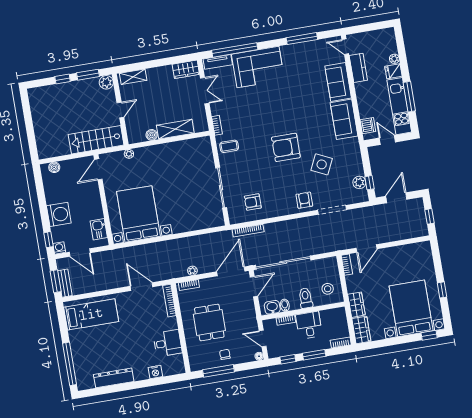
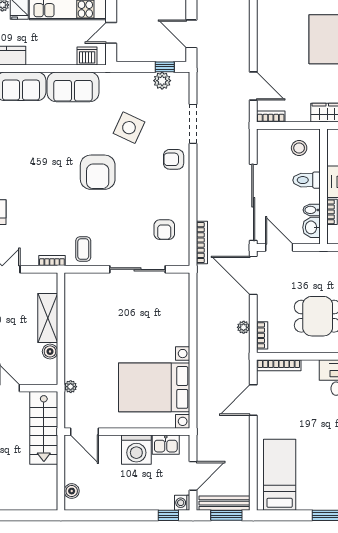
washing machine: (59, 214) -> (136, 450), moved, turned 180
bench: (65, 283) -> (224, 503), width x1.36

